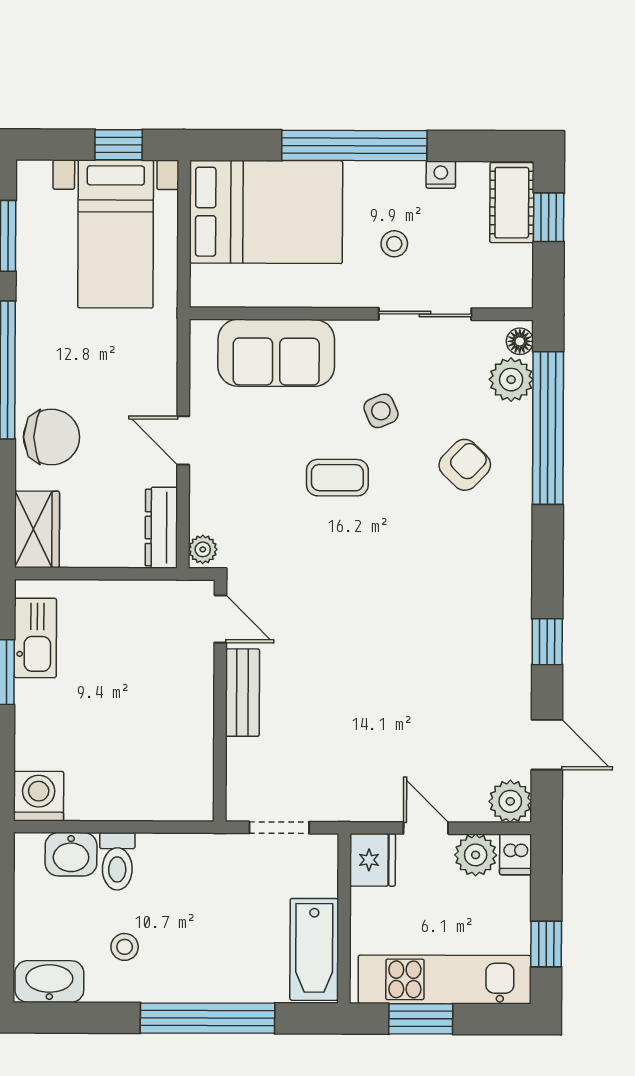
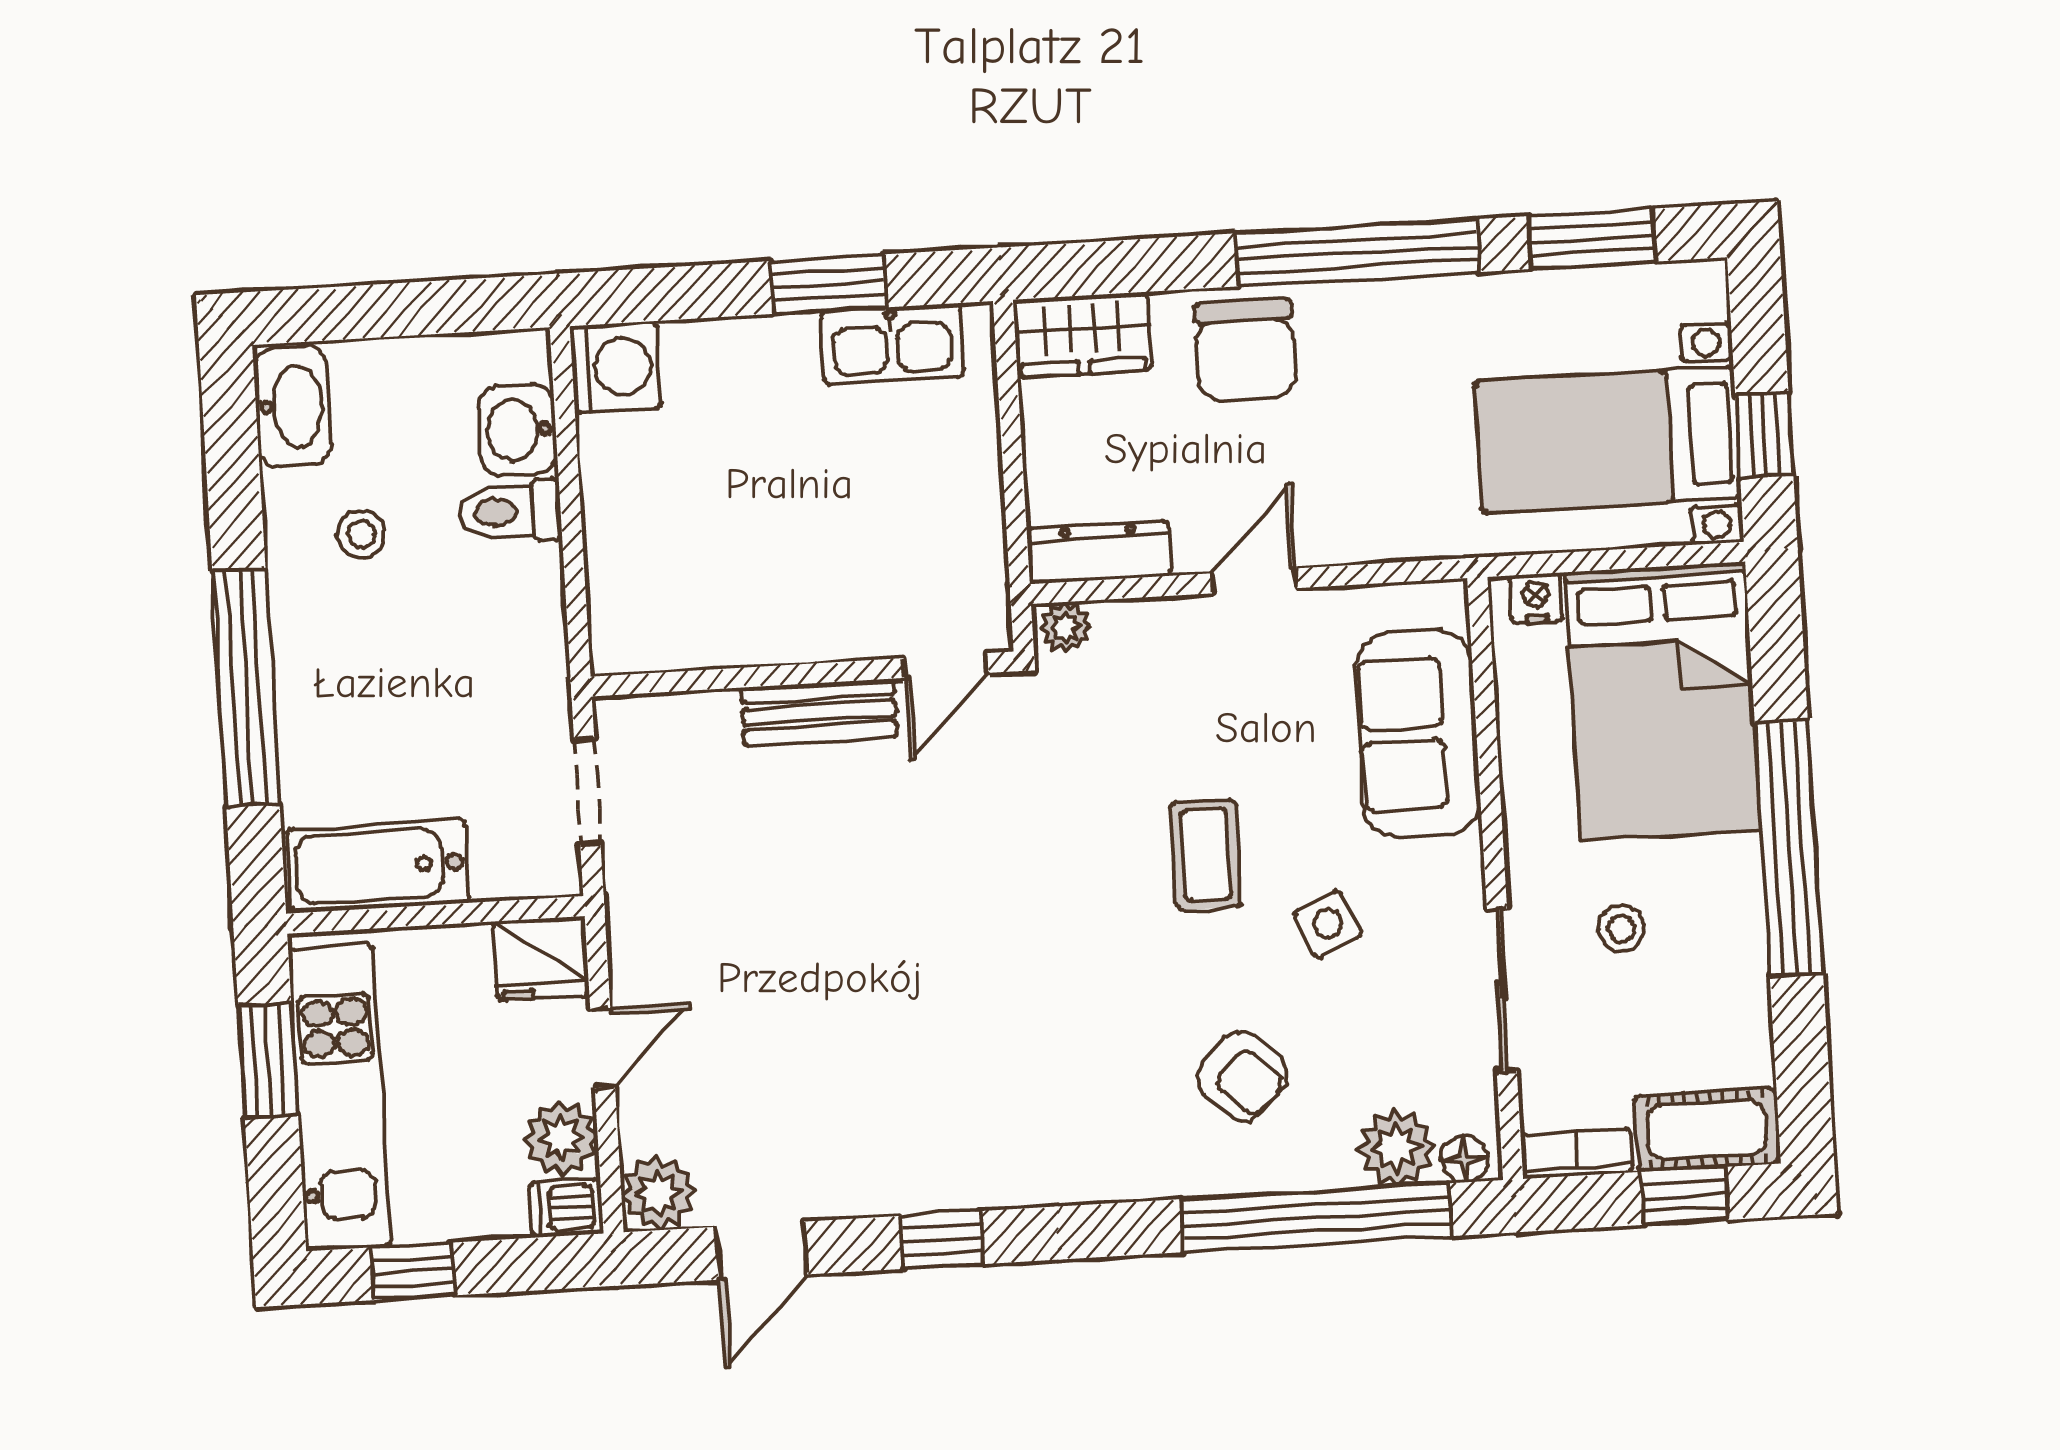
nightstand: (441, 175) -> (1536, 598), moved, turned -90
bookcase: (521, 277) -> (1577, 1154), added

